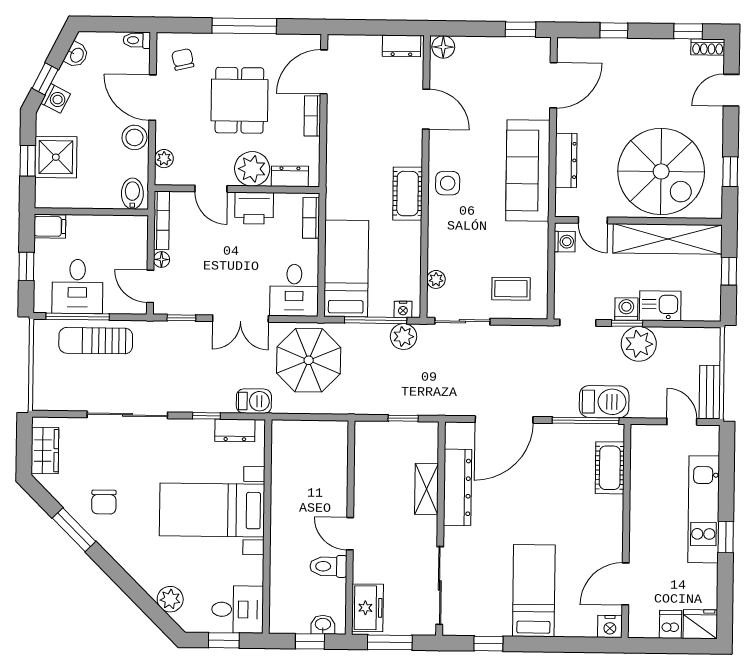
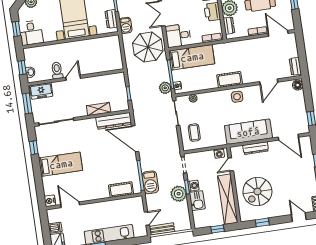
spiral stairs: (661, 171) -> (257, 191), width x0.73, depth x0.73
dresser: (458, 487) -> (114, 121), moved

